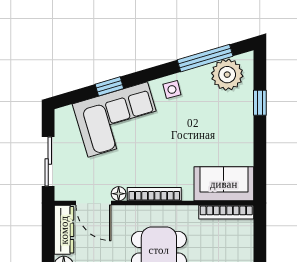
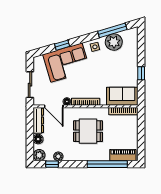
plant: (227, 75) -> (114, 42), moved
window: (260, 103) -> (141, 73), moved

